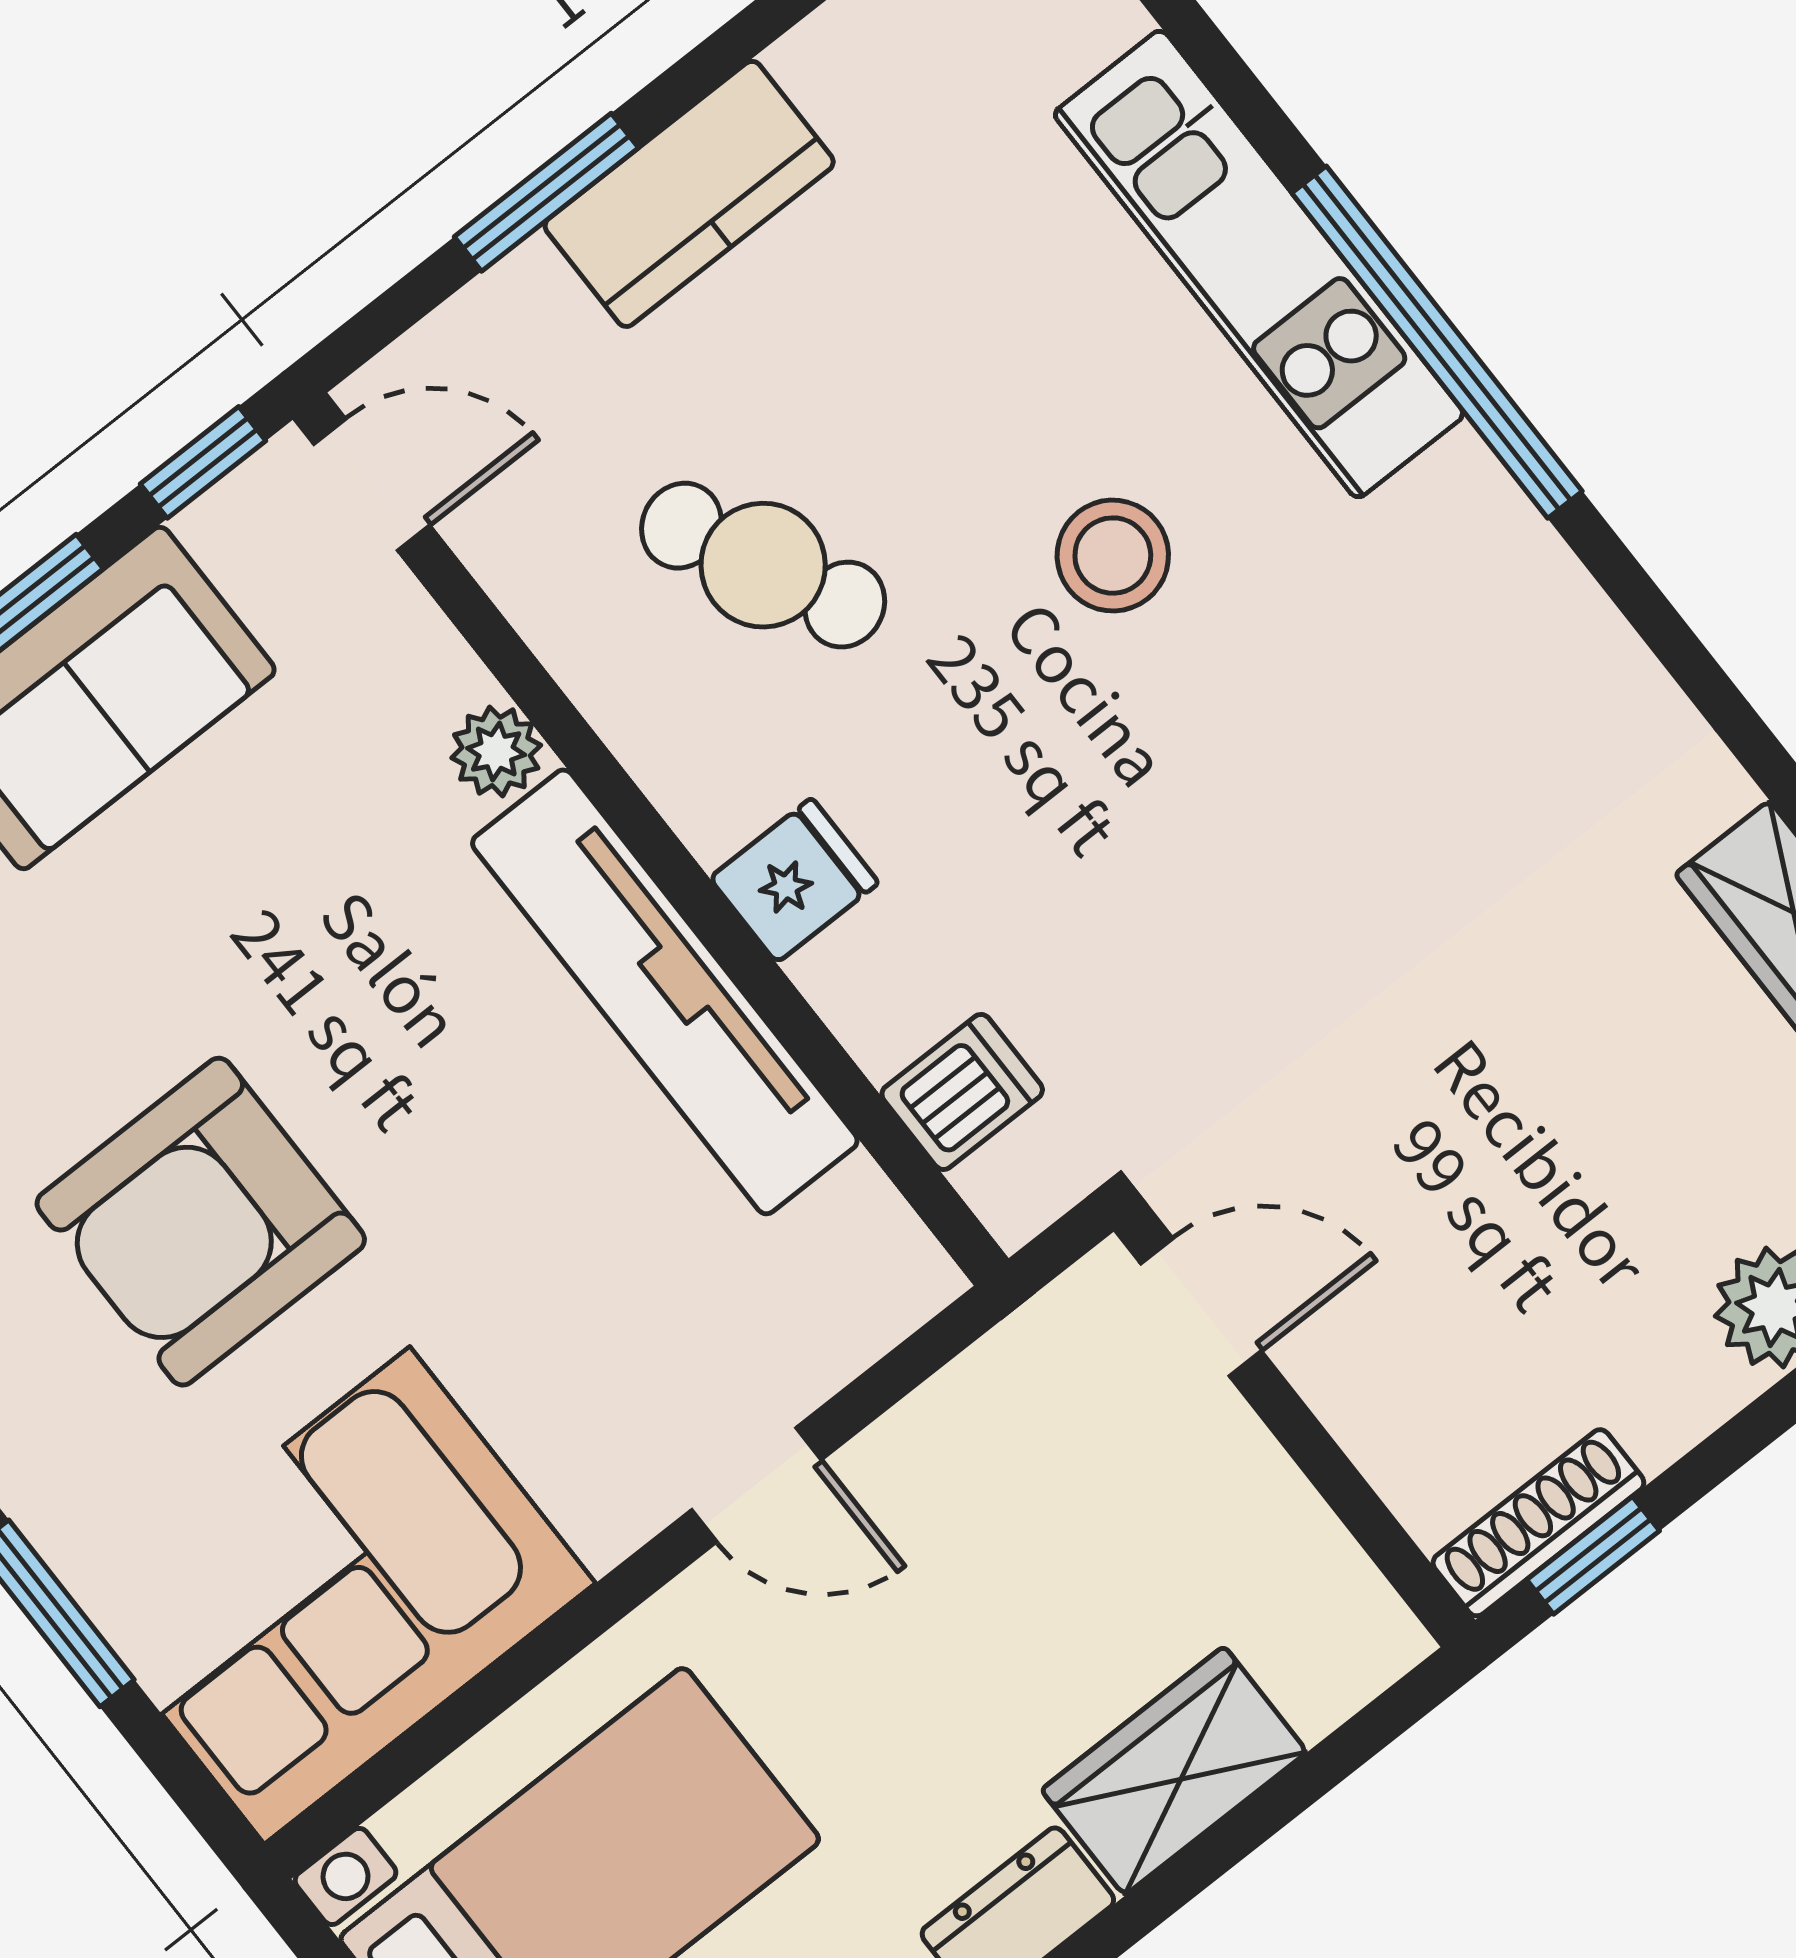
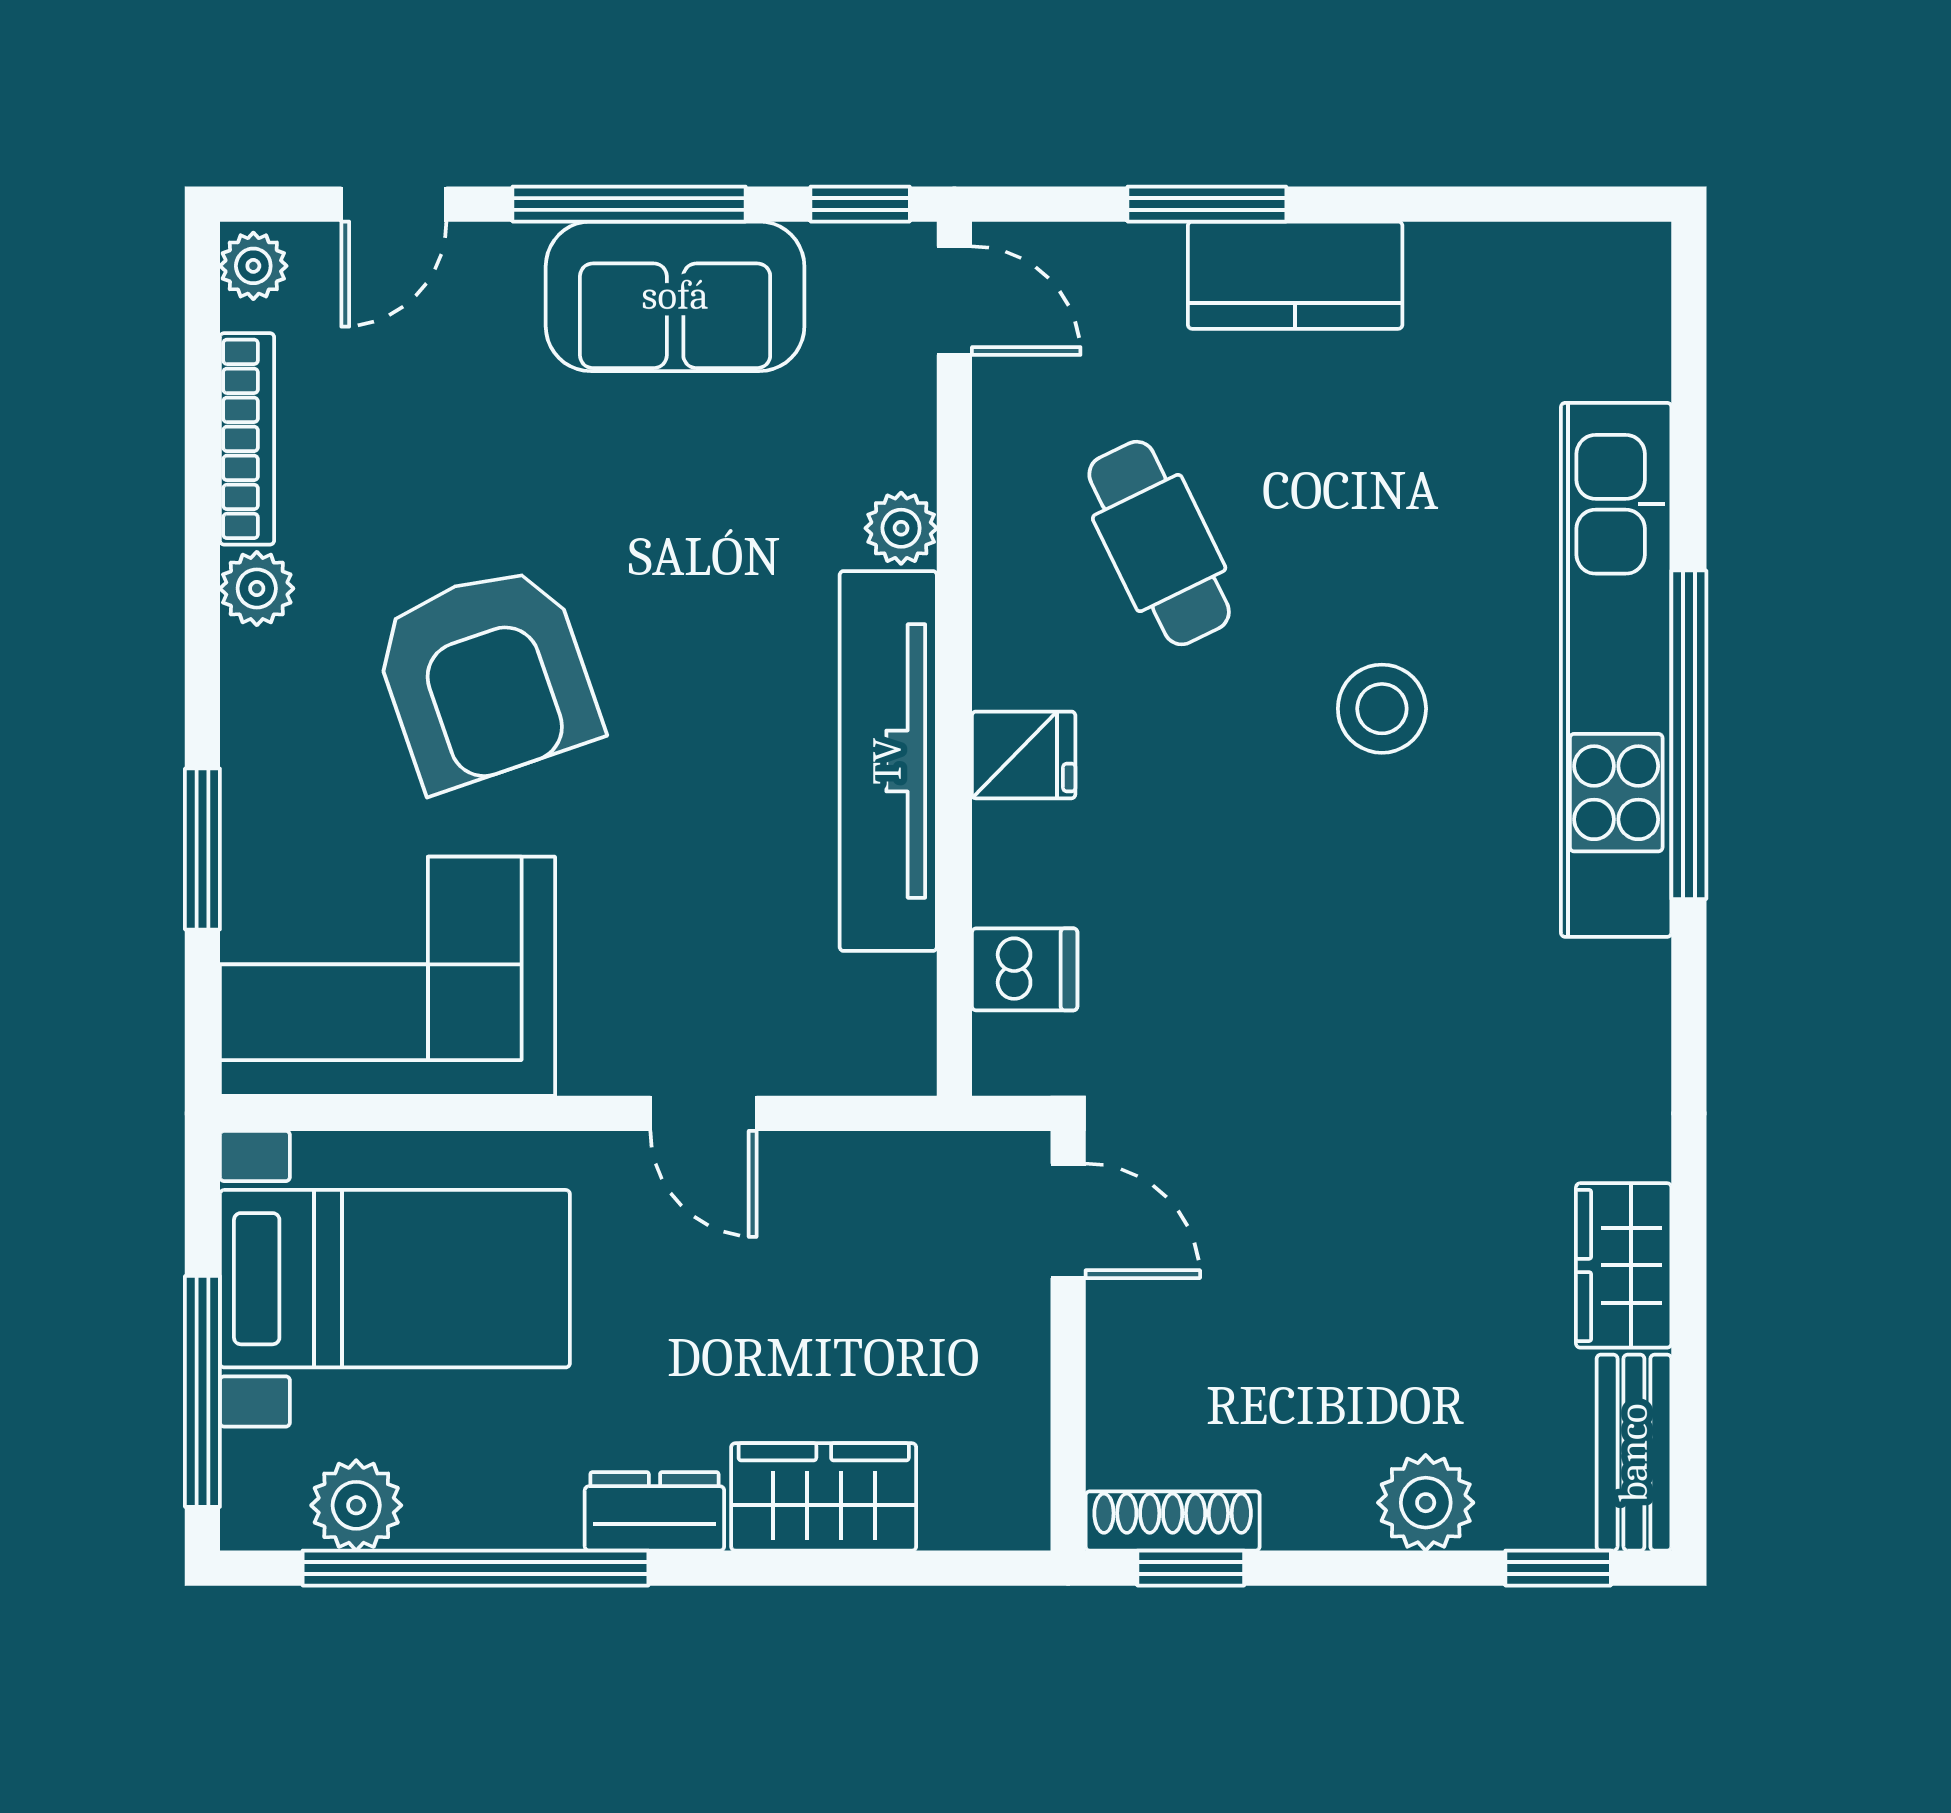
kitchen unit: (1259, 264) -> (1616, 670), width x1.36
armchair: (201, 1222) -> (486, 676), turned -109

